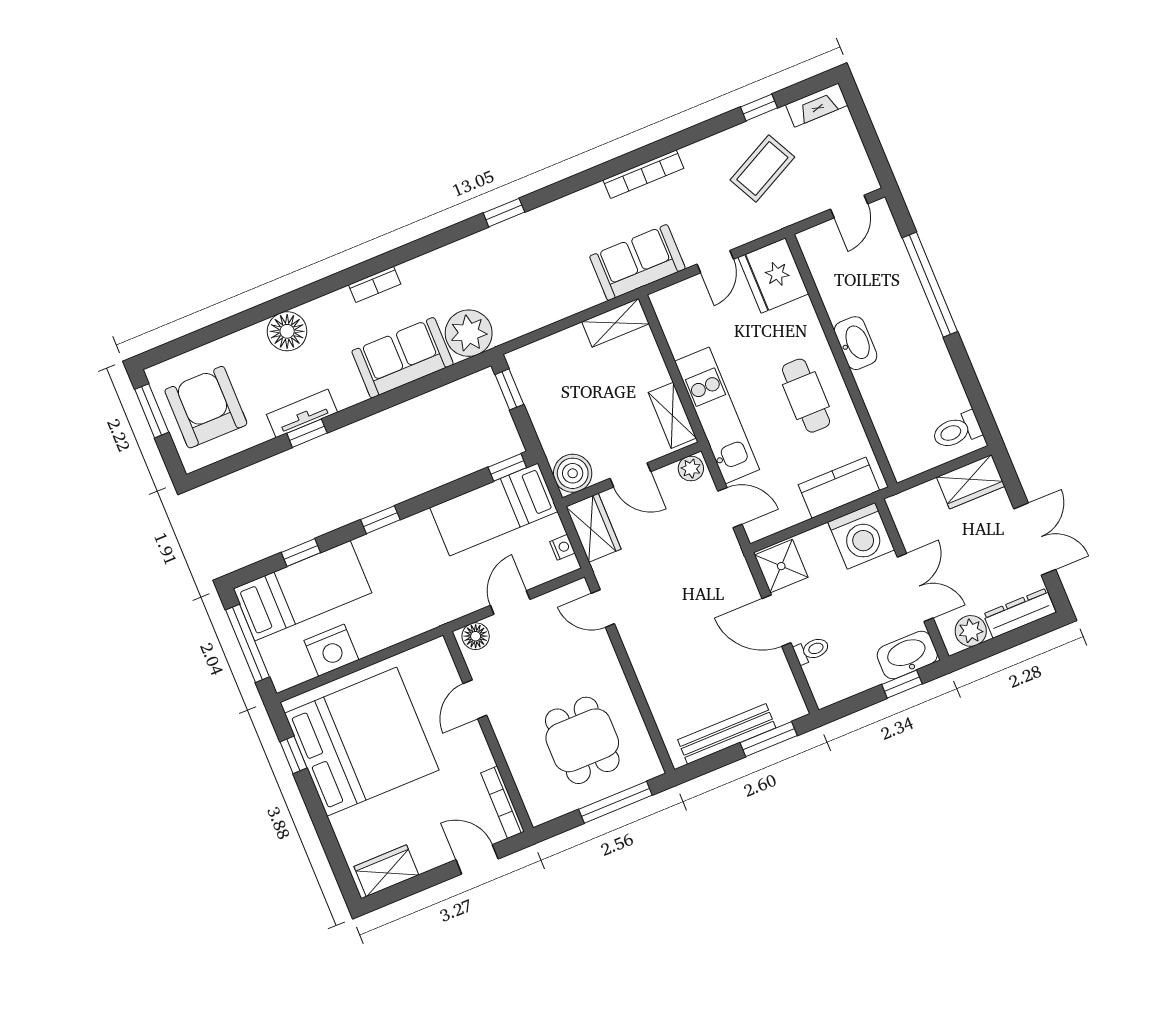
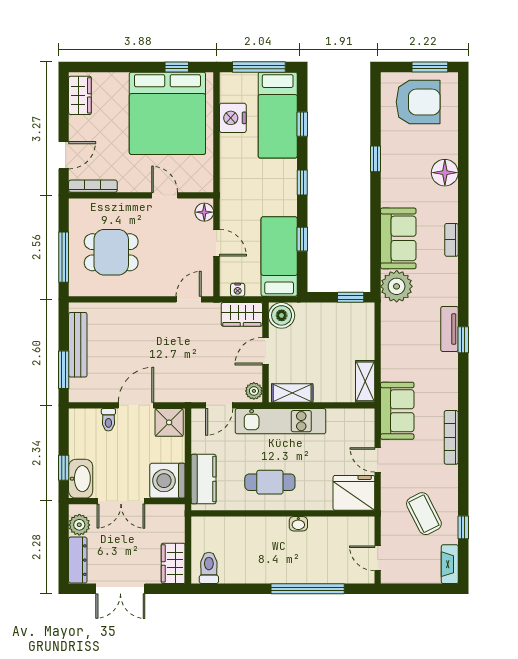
washbasin: (856, 343) -> (298, 524), width x0.52, depth x0.69
tv unit: (302, 413) -> (449, 329), moved, turned 180
window: (507, 467) -> (302, 239), moved

